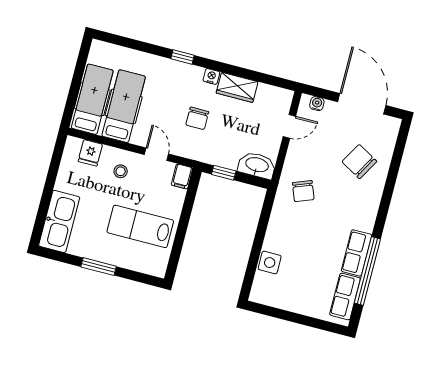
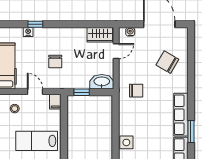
nightstand: (211, 76) -> (28, 32), moved
wardrobe: (237, 87) -> (100, 35), moved
chair: (303, 191) -> (136, 91), turned -69
row of seats: (357, 253) -> (181, 115), width x1.48
window: (367, 271) -> (191, 131), width x0.47

